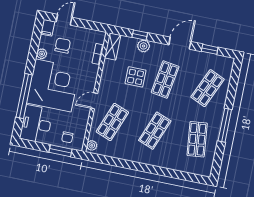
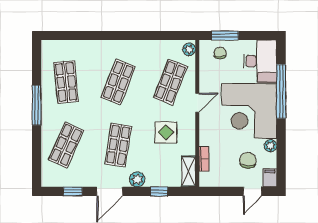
chair: (63, 46) -> (248, 160), turned 180
plant: (144, 46) -> (137, 179), moved
display table: (136, 77) -> (166, 132), moved

